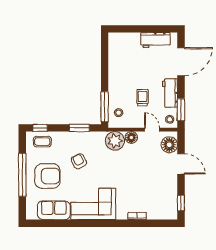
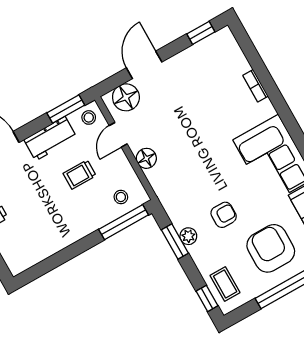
plant: (115, 141) -> (188, 236), moved, width x0.53, depth x0.53
armchair: (79, 161) -> (224, 215), turned -153

